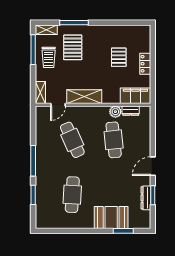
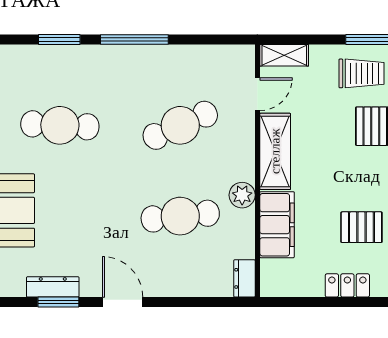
trolley: (49, 57) -> (361, 73), turned 180
filing cabinet: (135, 96) -> (277, 225), moved
door: (58, 105) -> (257, 94), swing flipped
dresser: (131, 111) -> (244, 278), moved
plant: (115, 112) -> (242, 195), moved

